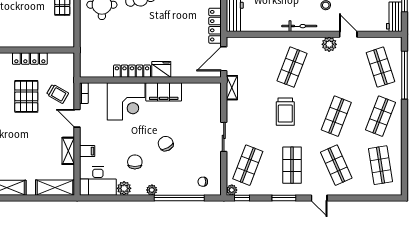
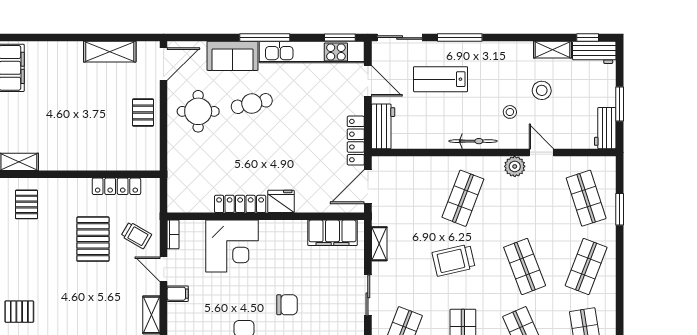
locker: (30, 59) -> (116, 186), moved
window: (405, 75) -> (620, 209), width x0.47
shelving: (232, 88) -> (379, 244), moved
filing cabinet: (164, 92) -> (332, 233), moved
trolley: (285, 112) -> (454, 260), turned 77
shop shelf: (336, 116) -> (525, 266), turned -42
chair: (166, 144) -> (287, 305), turned 118
filing cabinet: (87, 151) -> (178, 294), moved

